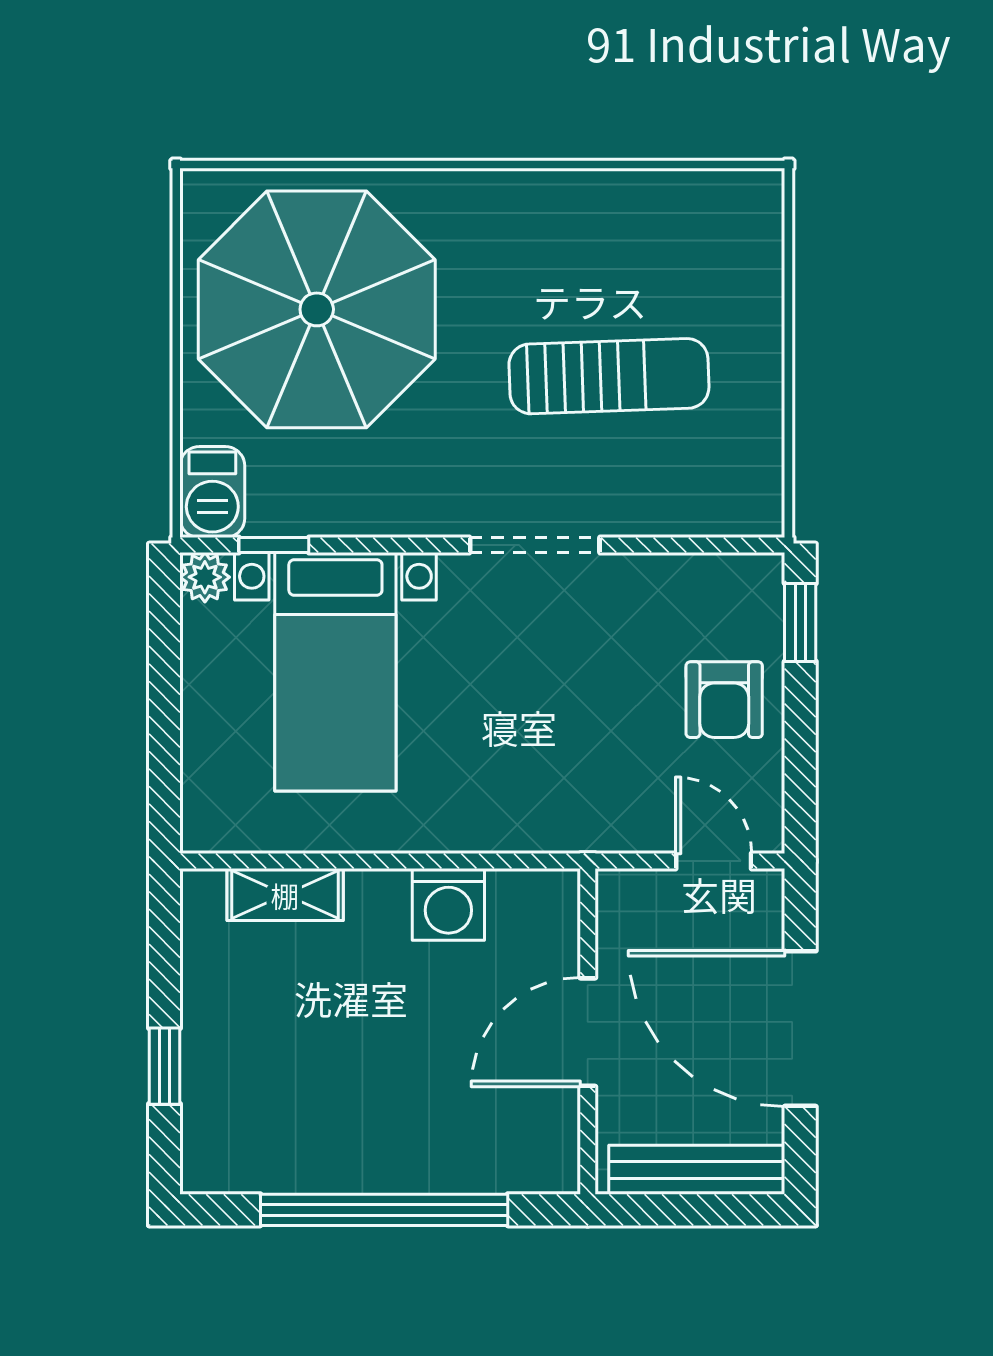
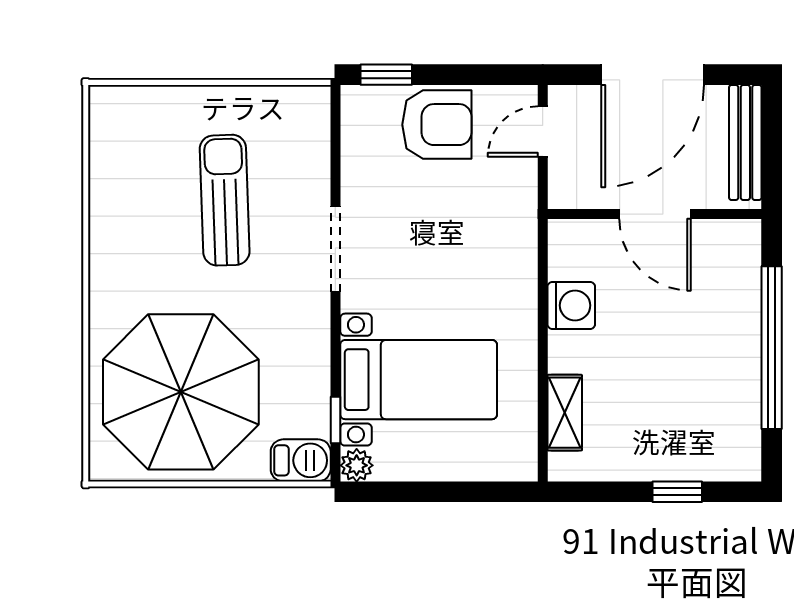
armchair: (724, 700) -> (437, 125), width x1.38, depth x1.38

